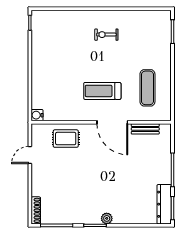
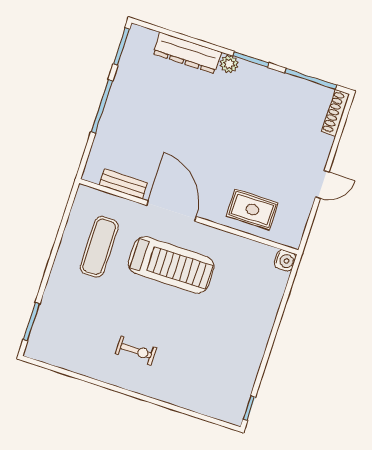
treadmill: (102, 91) -> (171, 265), width x1.37, depth x1.38
door: (30, 155) -> (322, 185), moved
dresser: (164, 204) -> (187, 53), moved, turned 90

